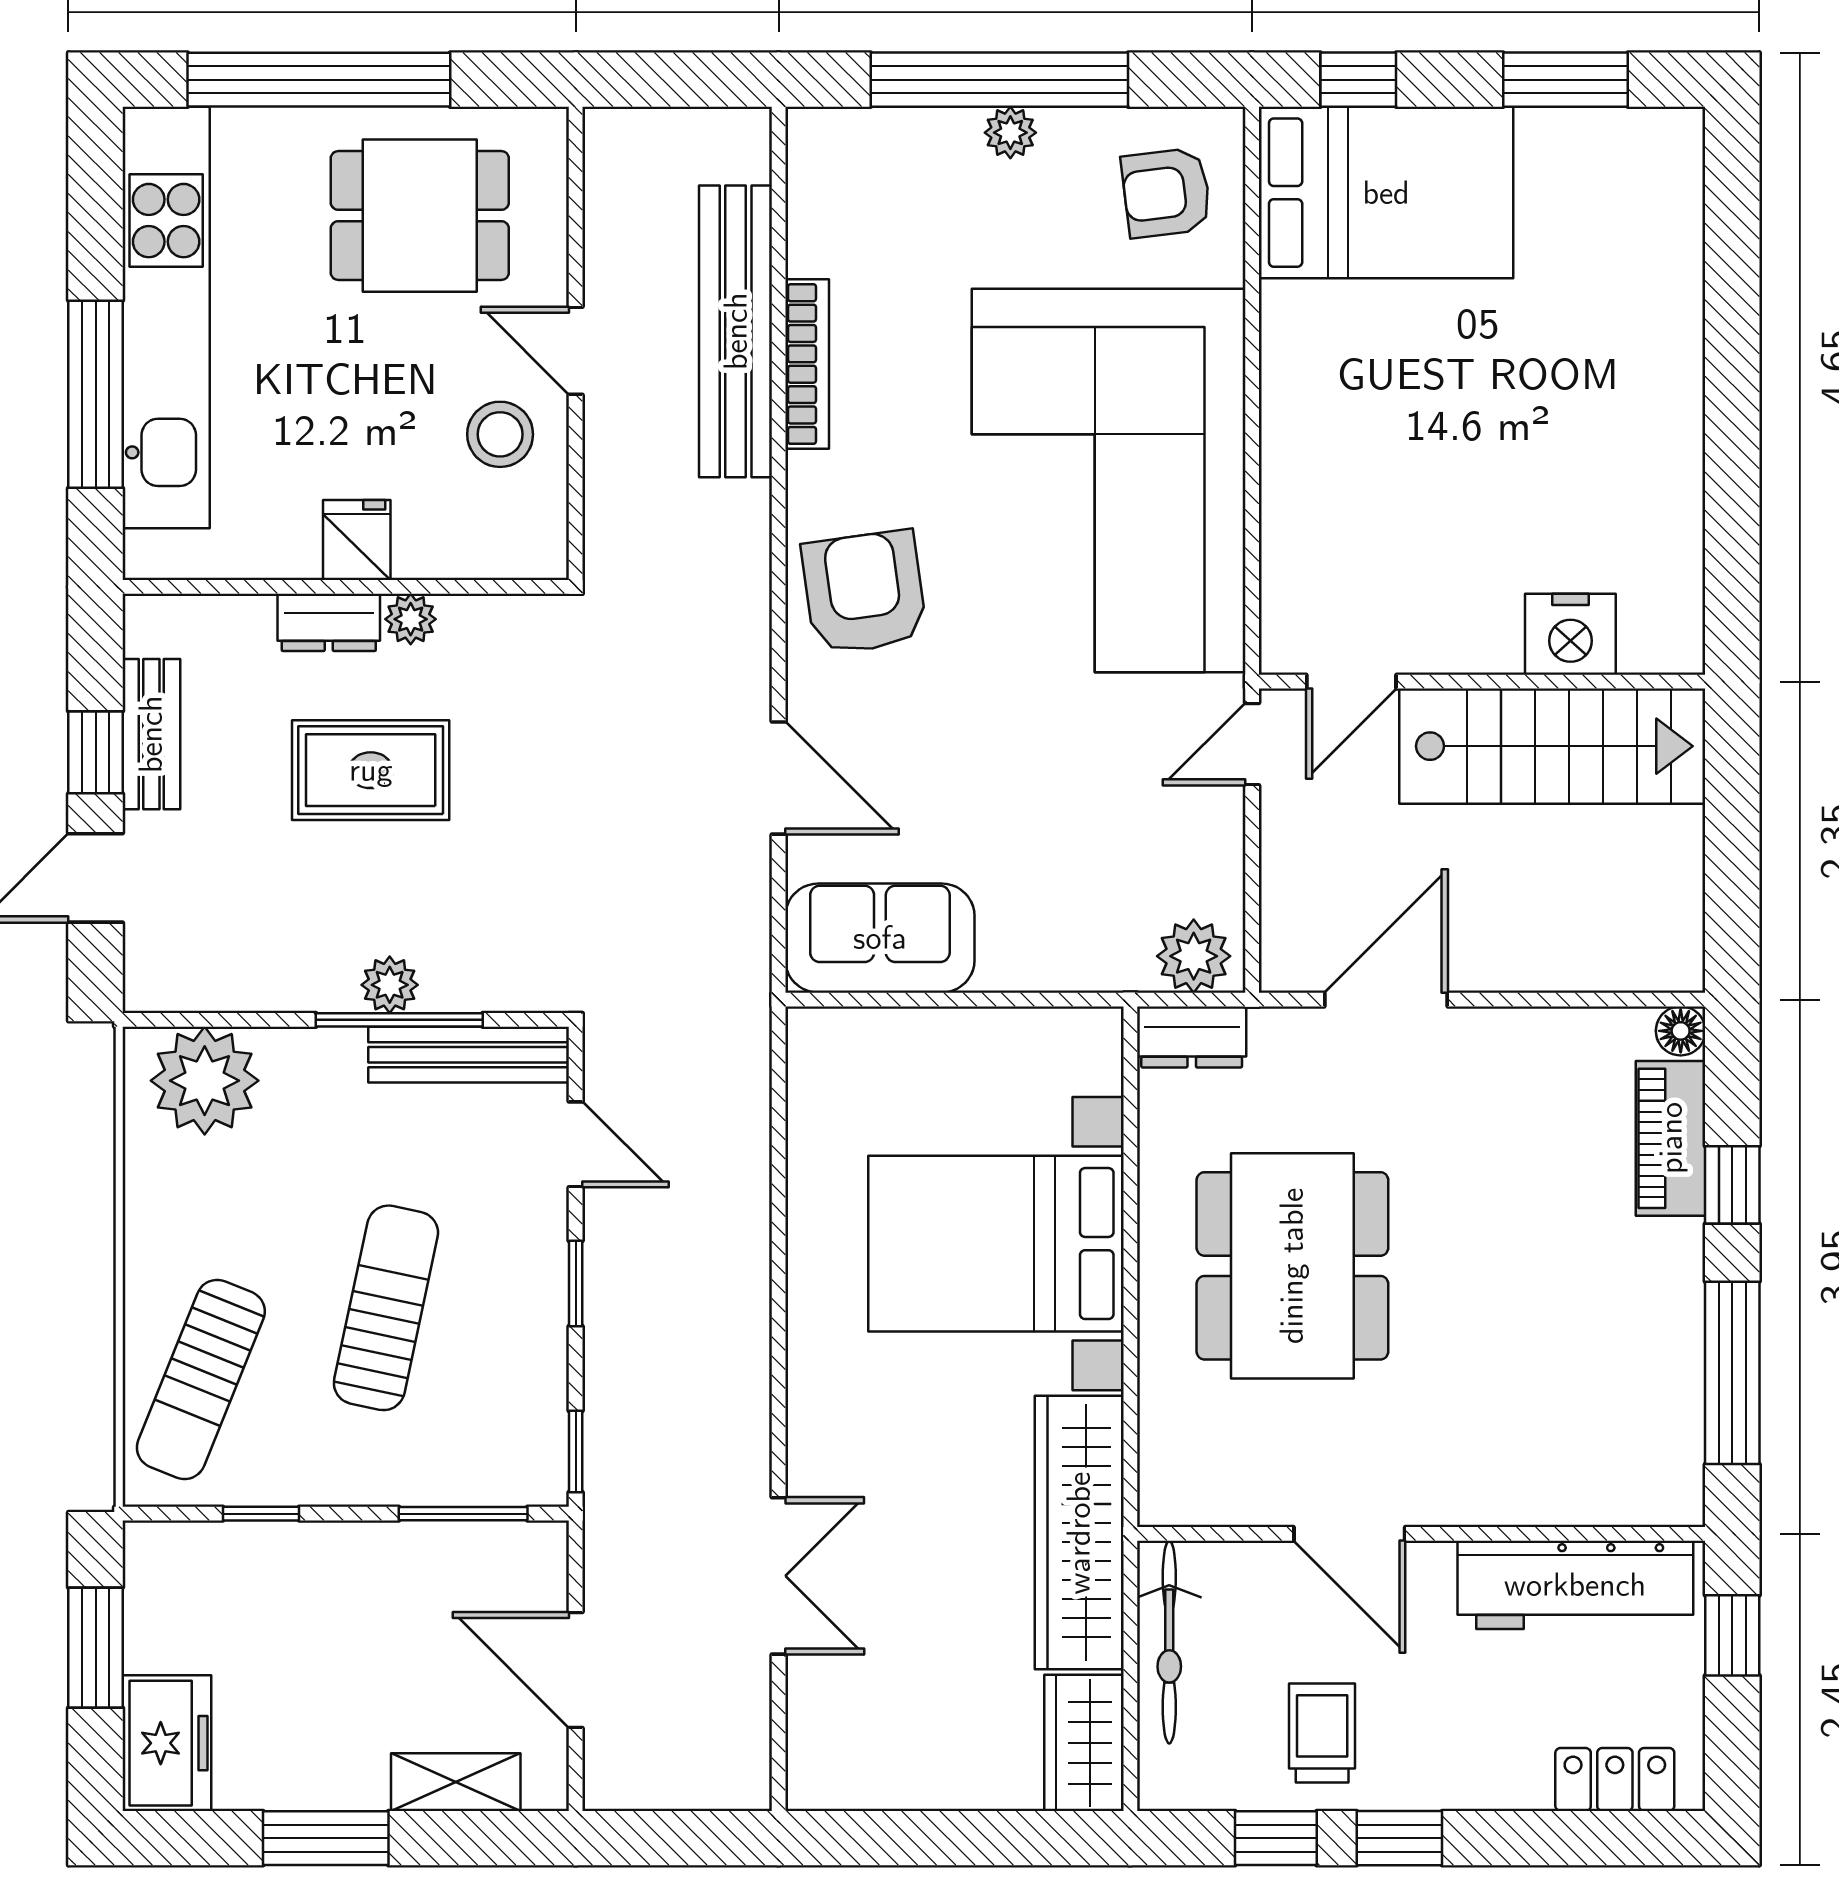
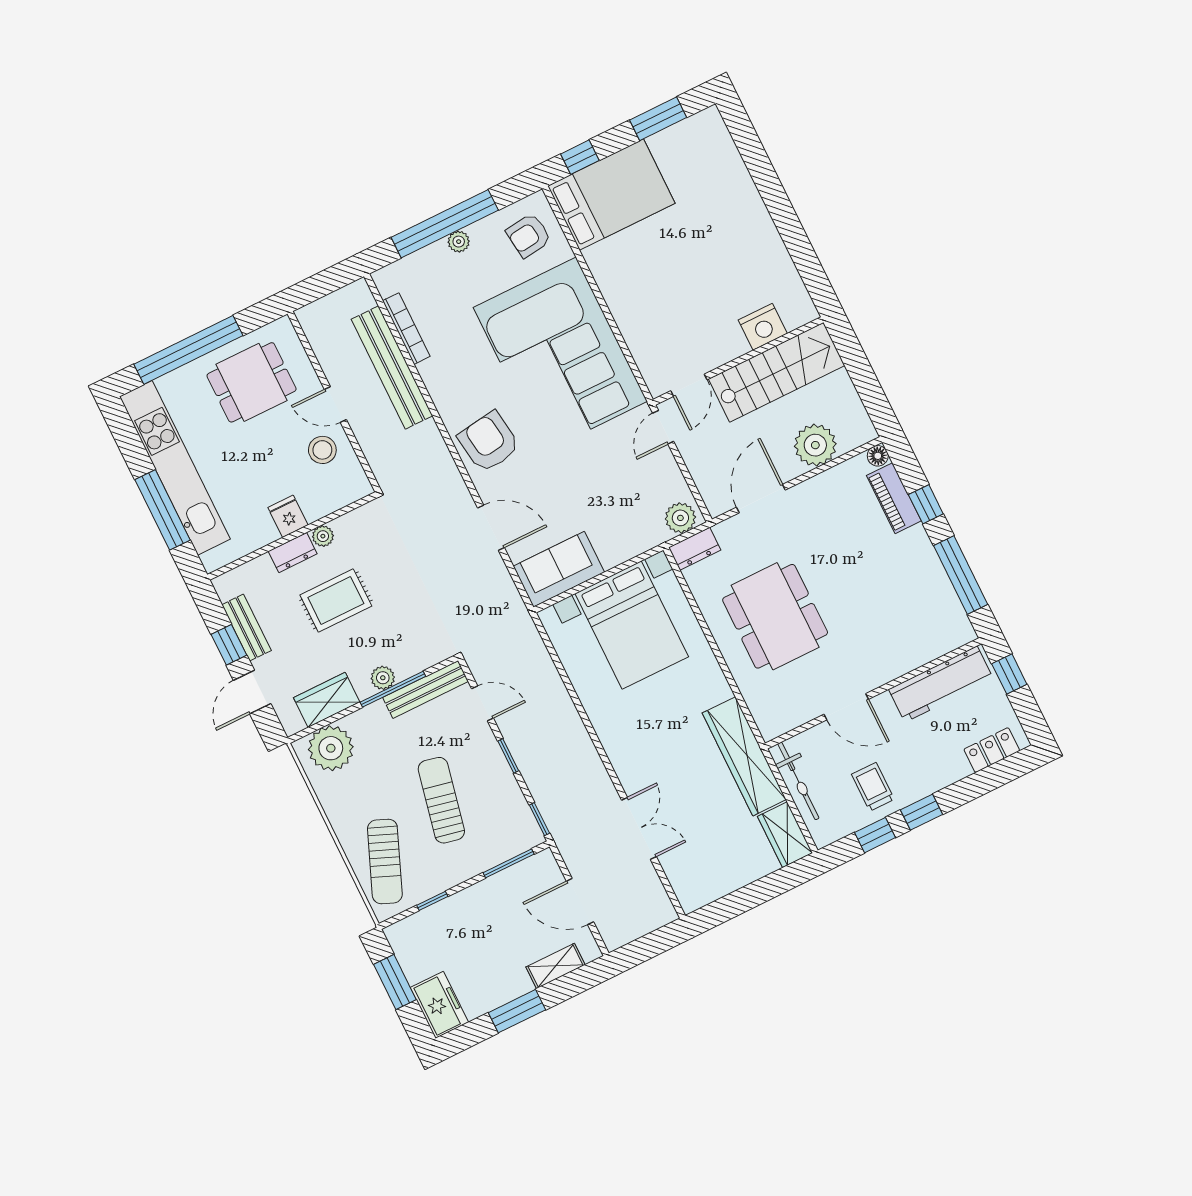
bookcase: (807, 364) -> (406, 329), moved
plant: (1558, 942) -> (815, 445), added
wardrobe: (247, 973) -> (327, 700), added
bed with nightstands: (996, 1244) -> (632, 625), moved, turned -90

